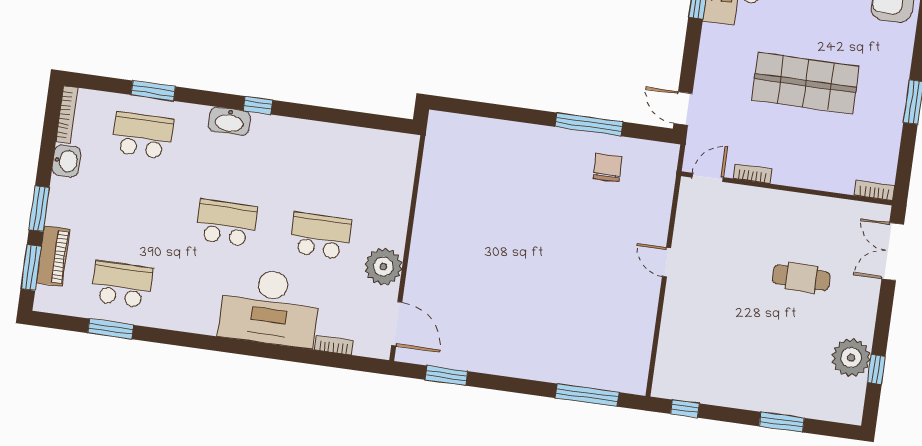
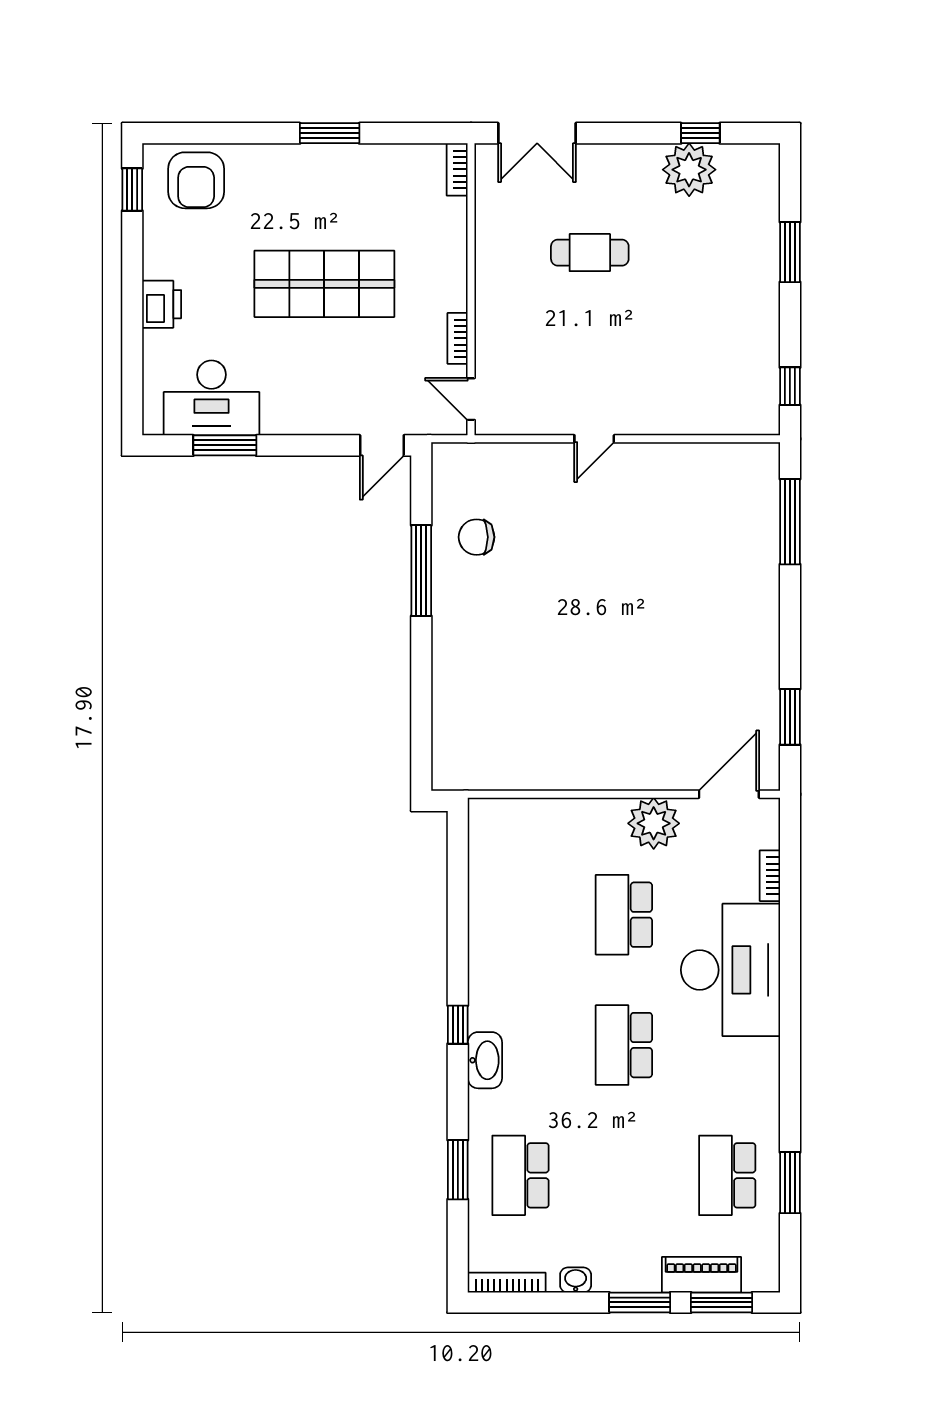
shop shelf: (805, 83) -> (324, 284), turned 90
washbasin: (66, 161) -> (576, 1280), width x0.72, depth x0.69
cafe table: (801, 278) -> (590, 253), turned 90

